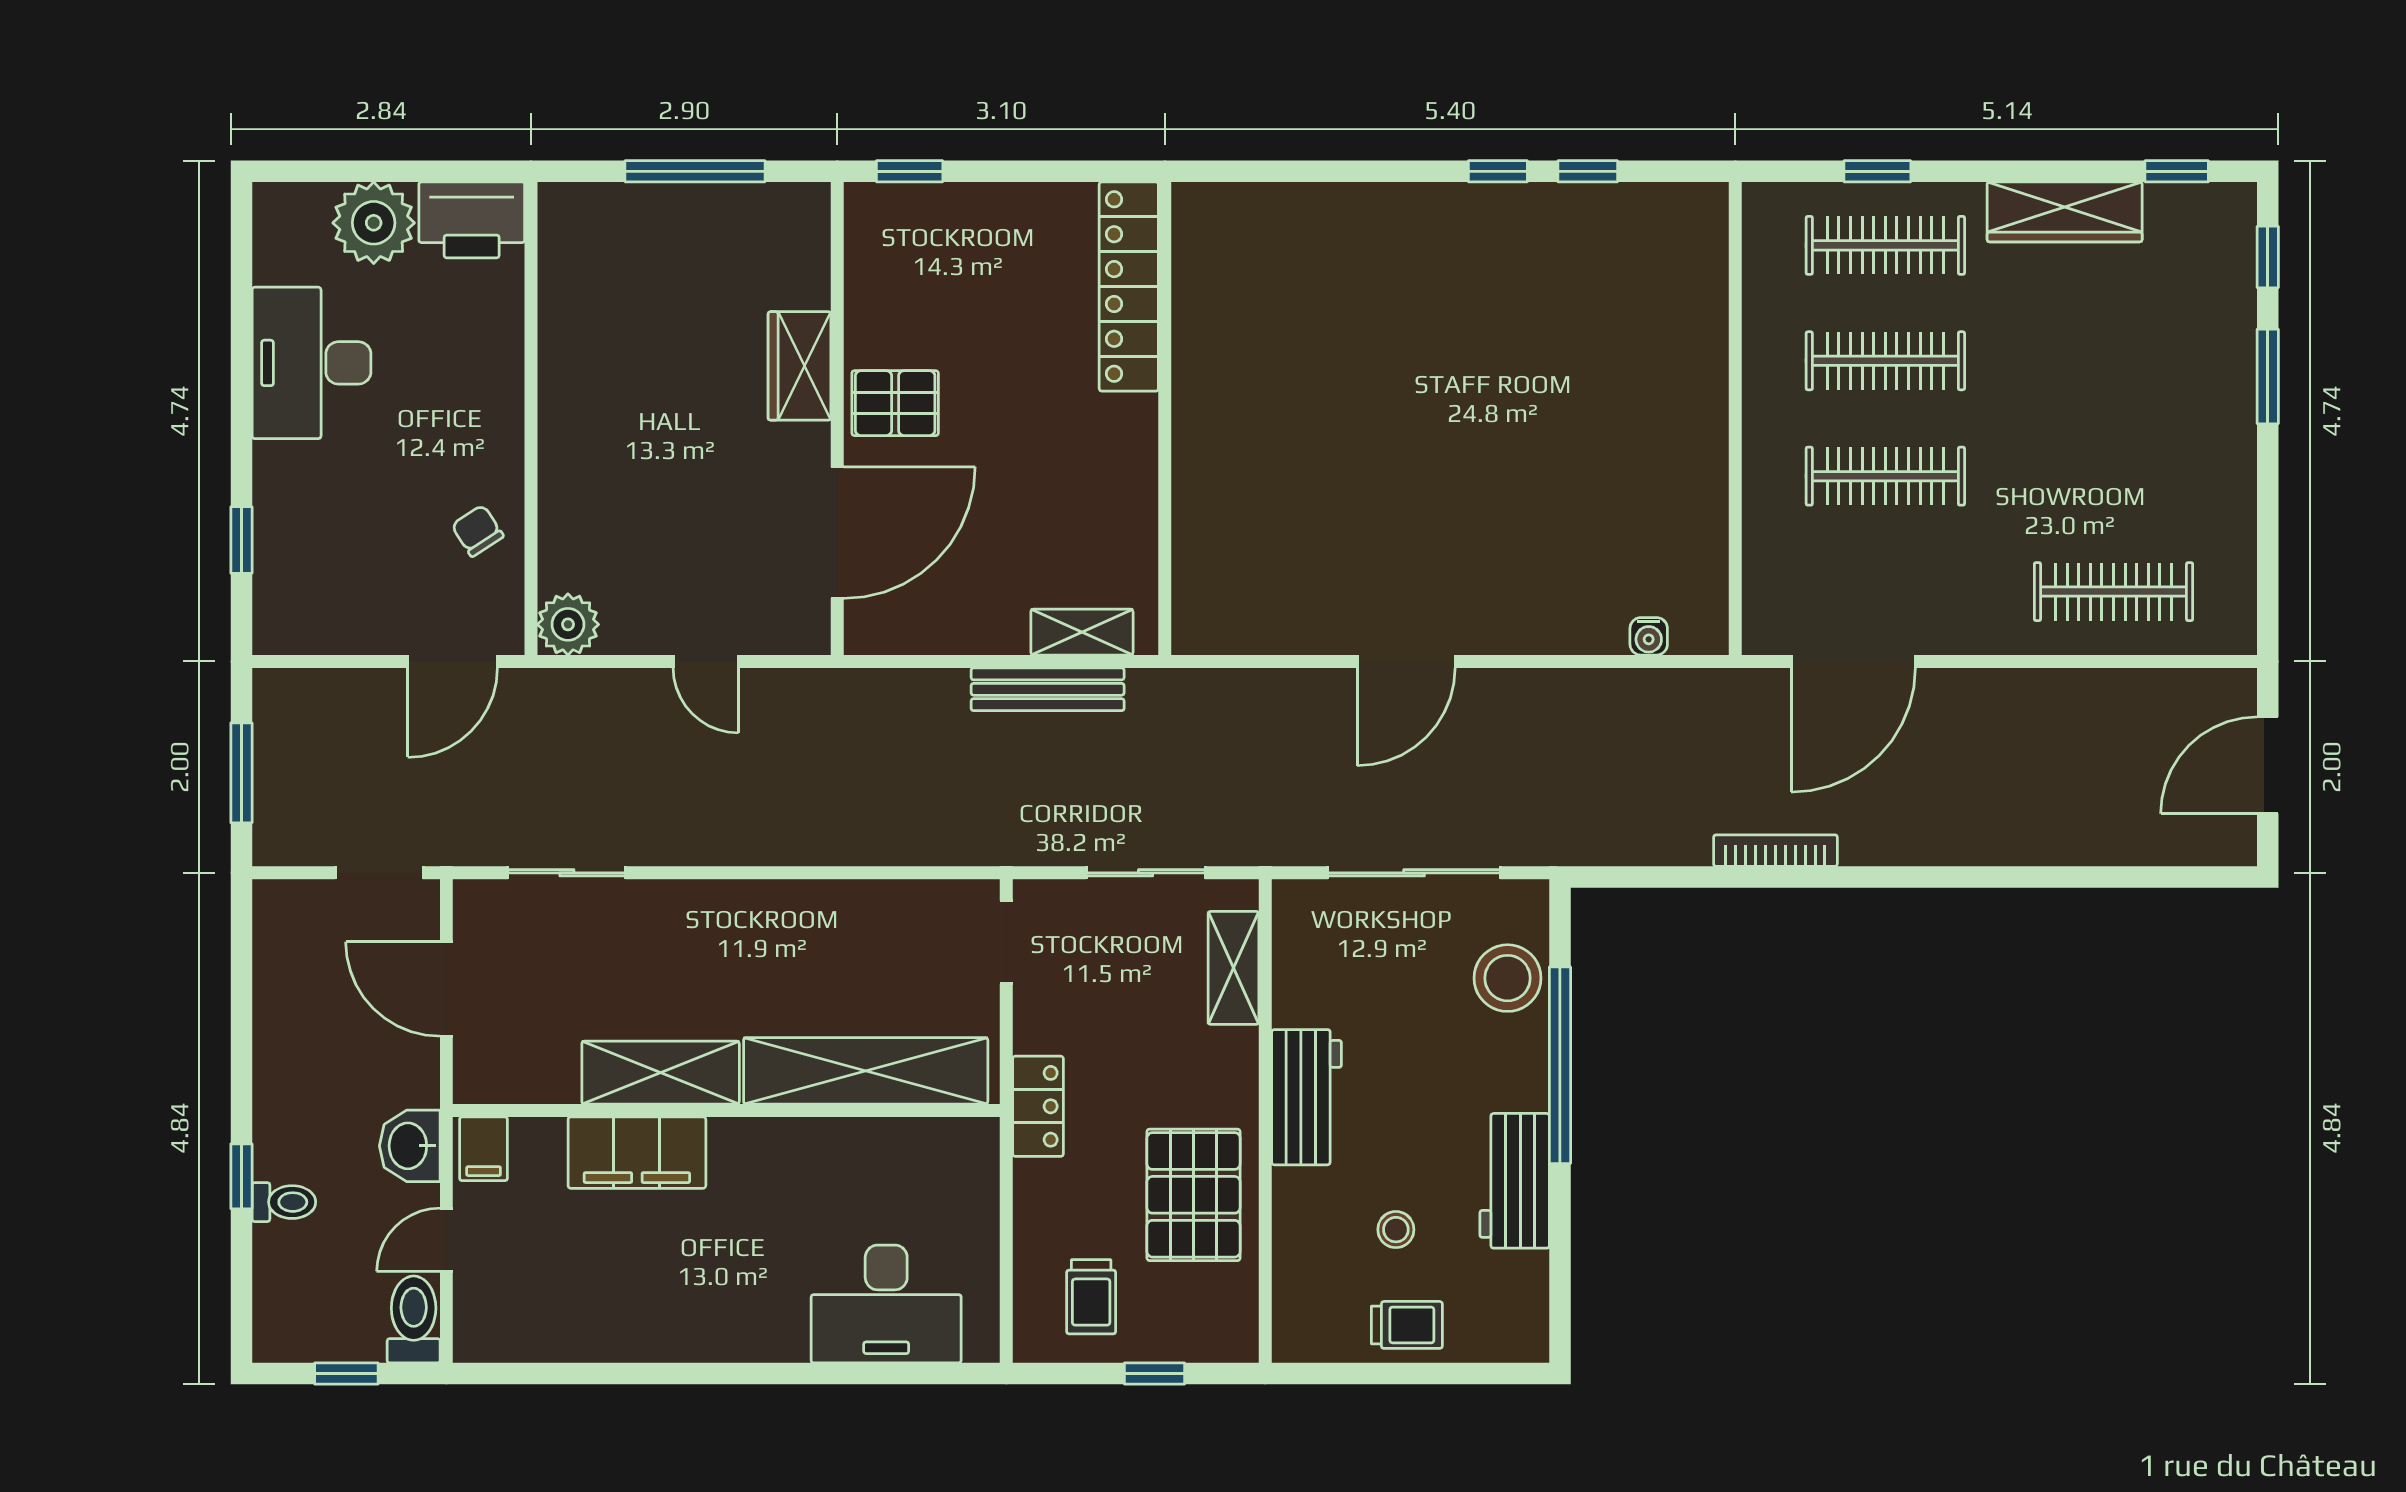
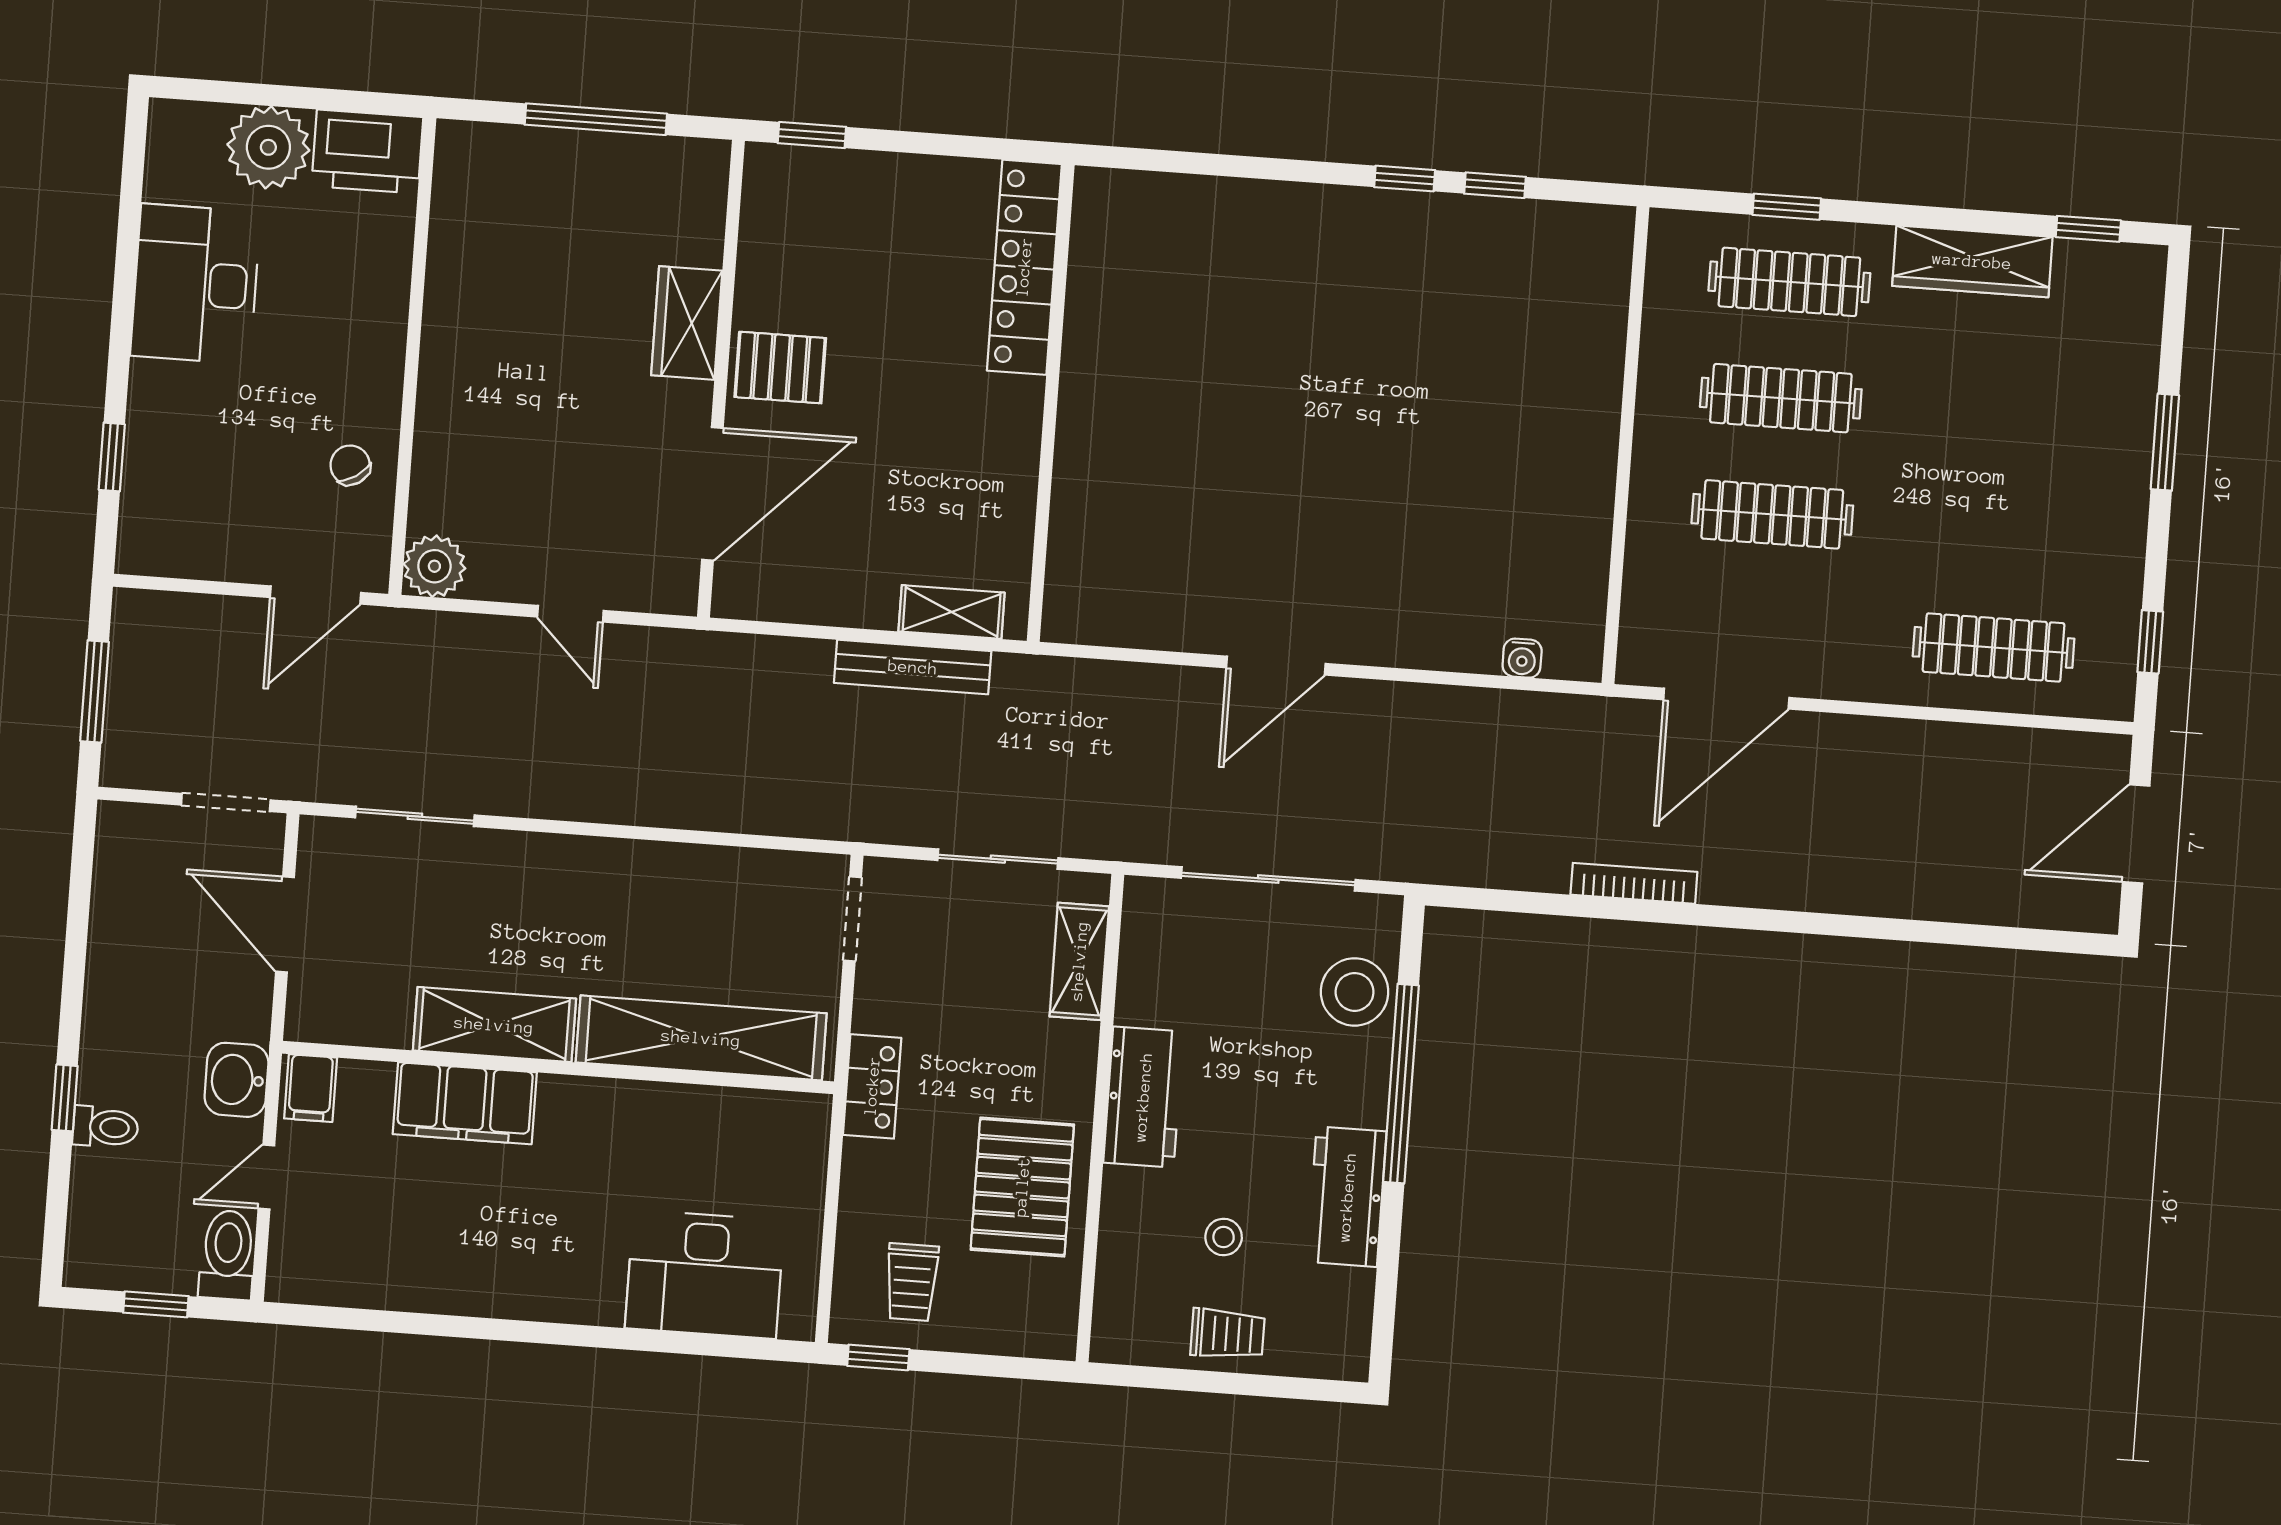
window: (2268, 257) -> (2150, 642), moved
window: (1154, 1374) -> (878, 1357), moved

